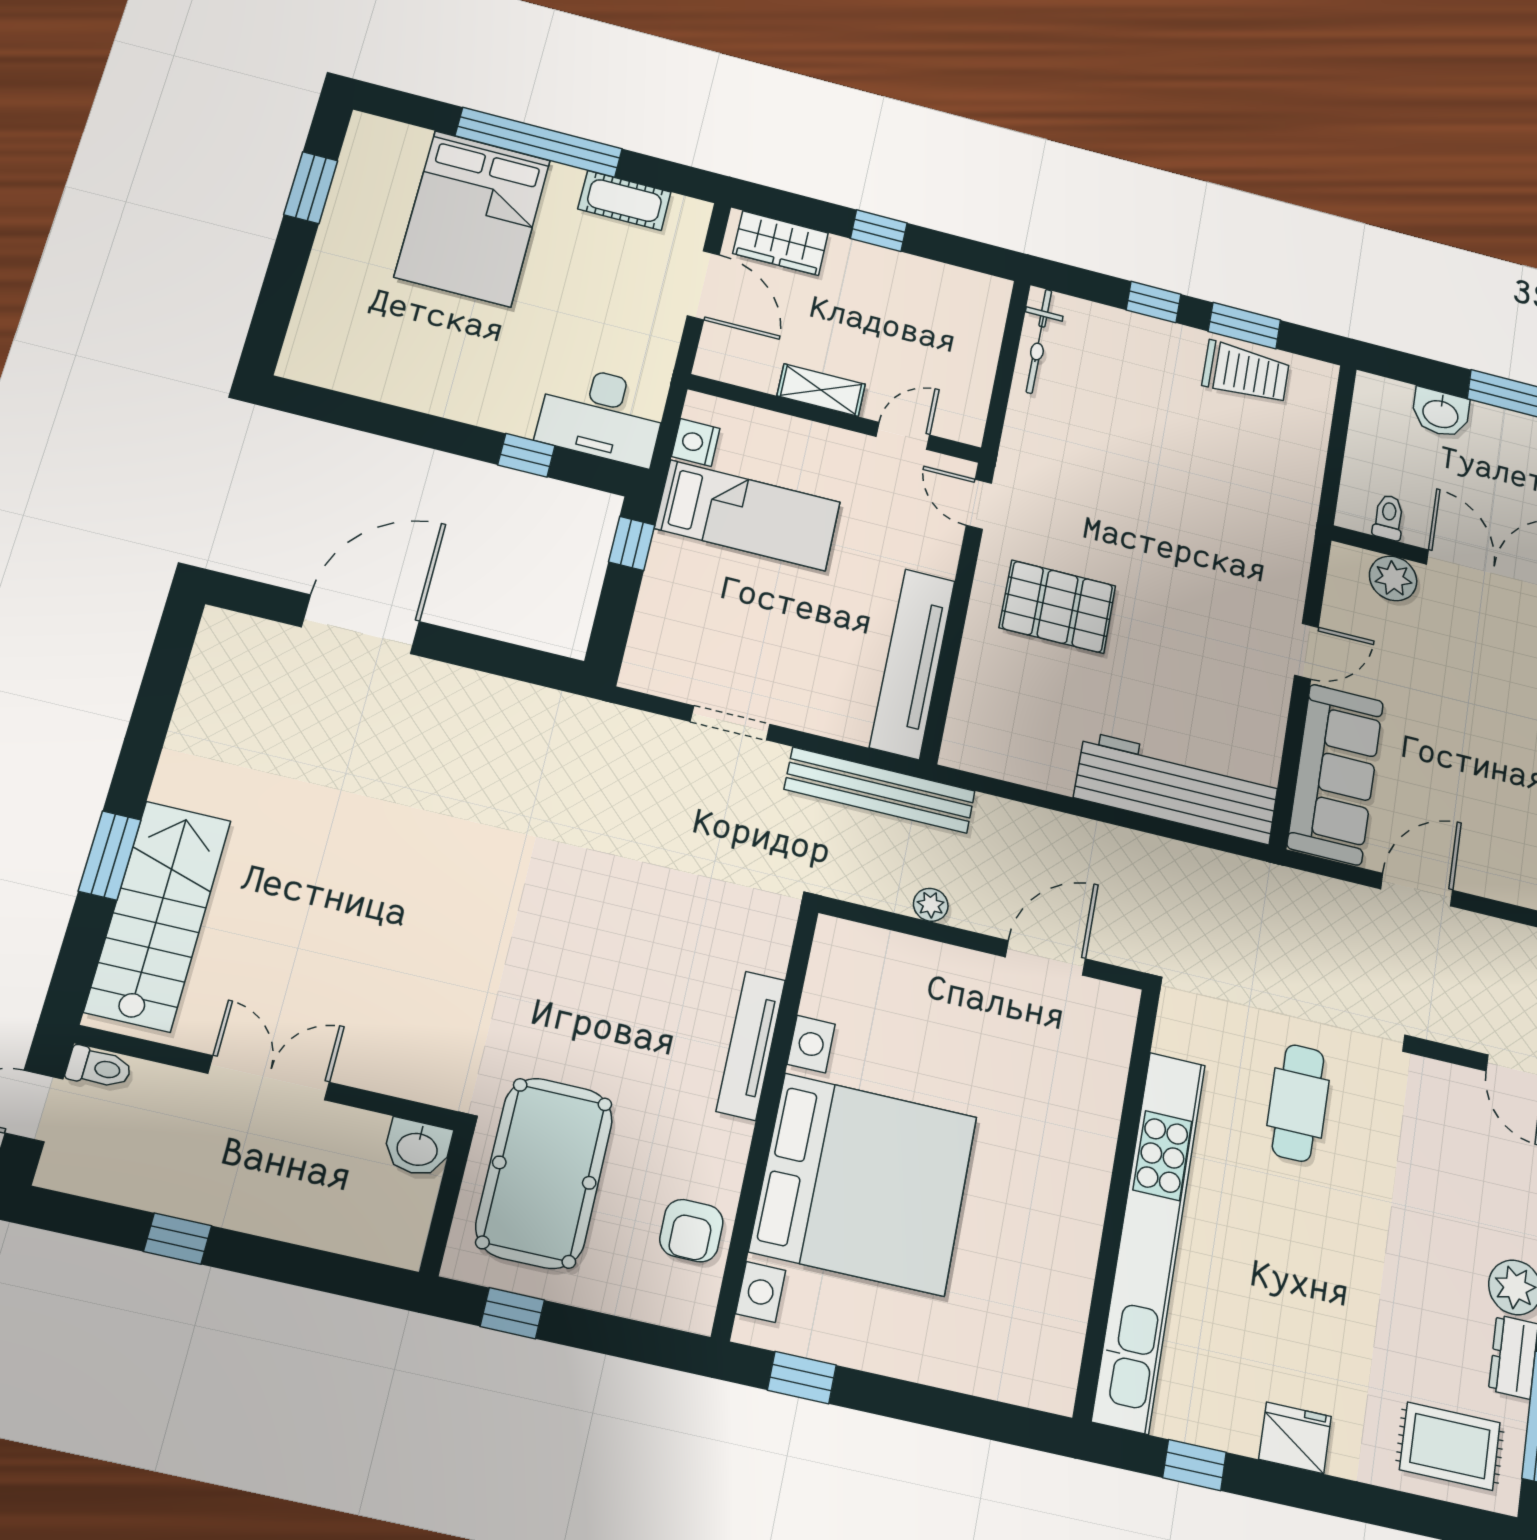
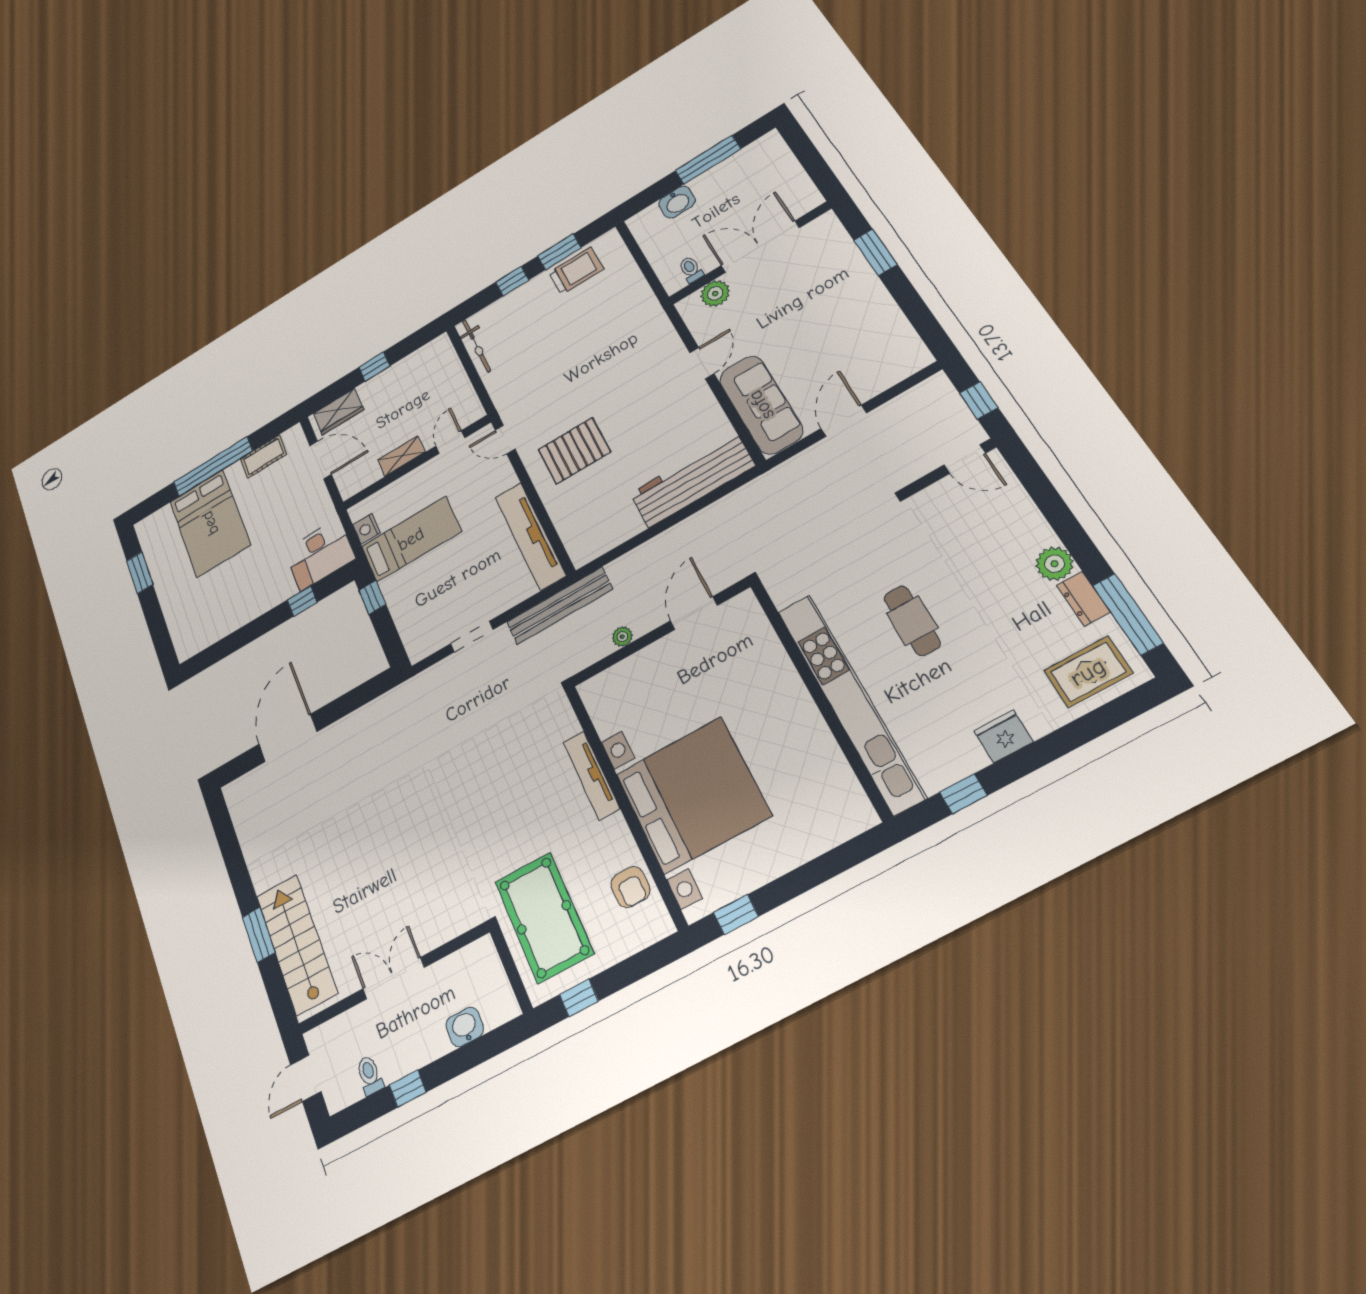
toilet: (99, 1068) -> (370, 1075), moved, turned -90
cafe table: (1298, 1103) -> (912, 621), moved
washbasin: (417, 1148) -> (465, 1027), moved, turned 180

